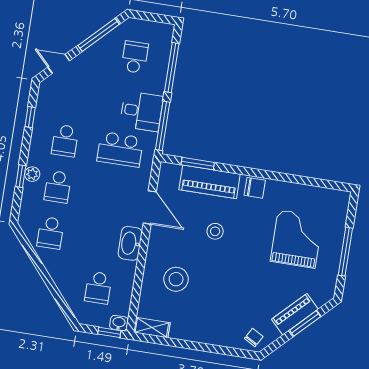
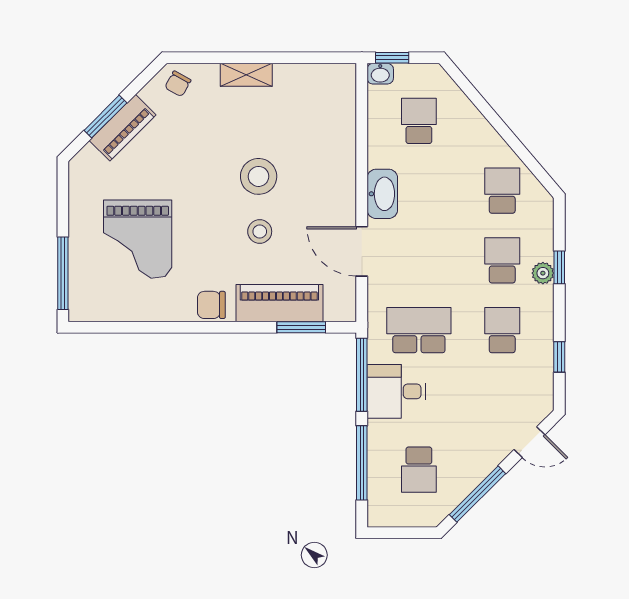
window: (345, 252) -> (63, 273), moved
stool: (176, 279) -> (259, 176), moved
shelving: (152, 328) -> (246, 75), moved

